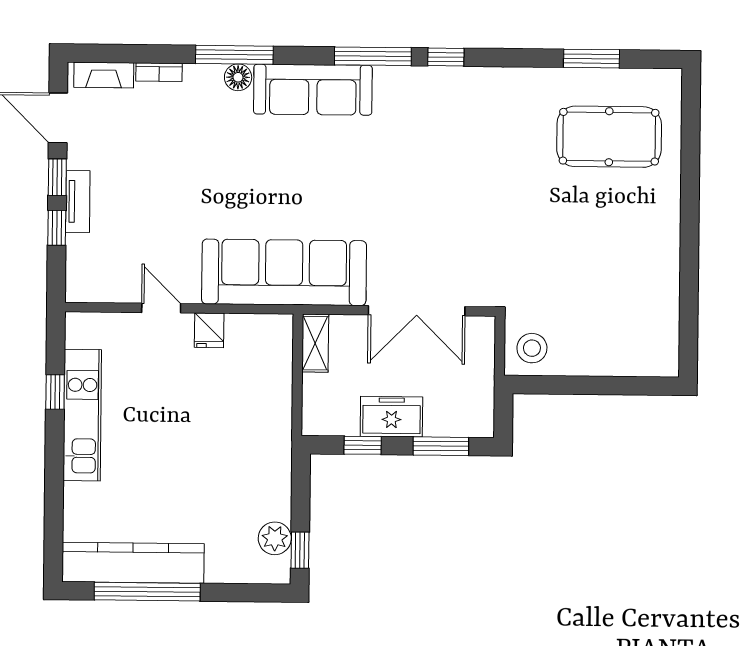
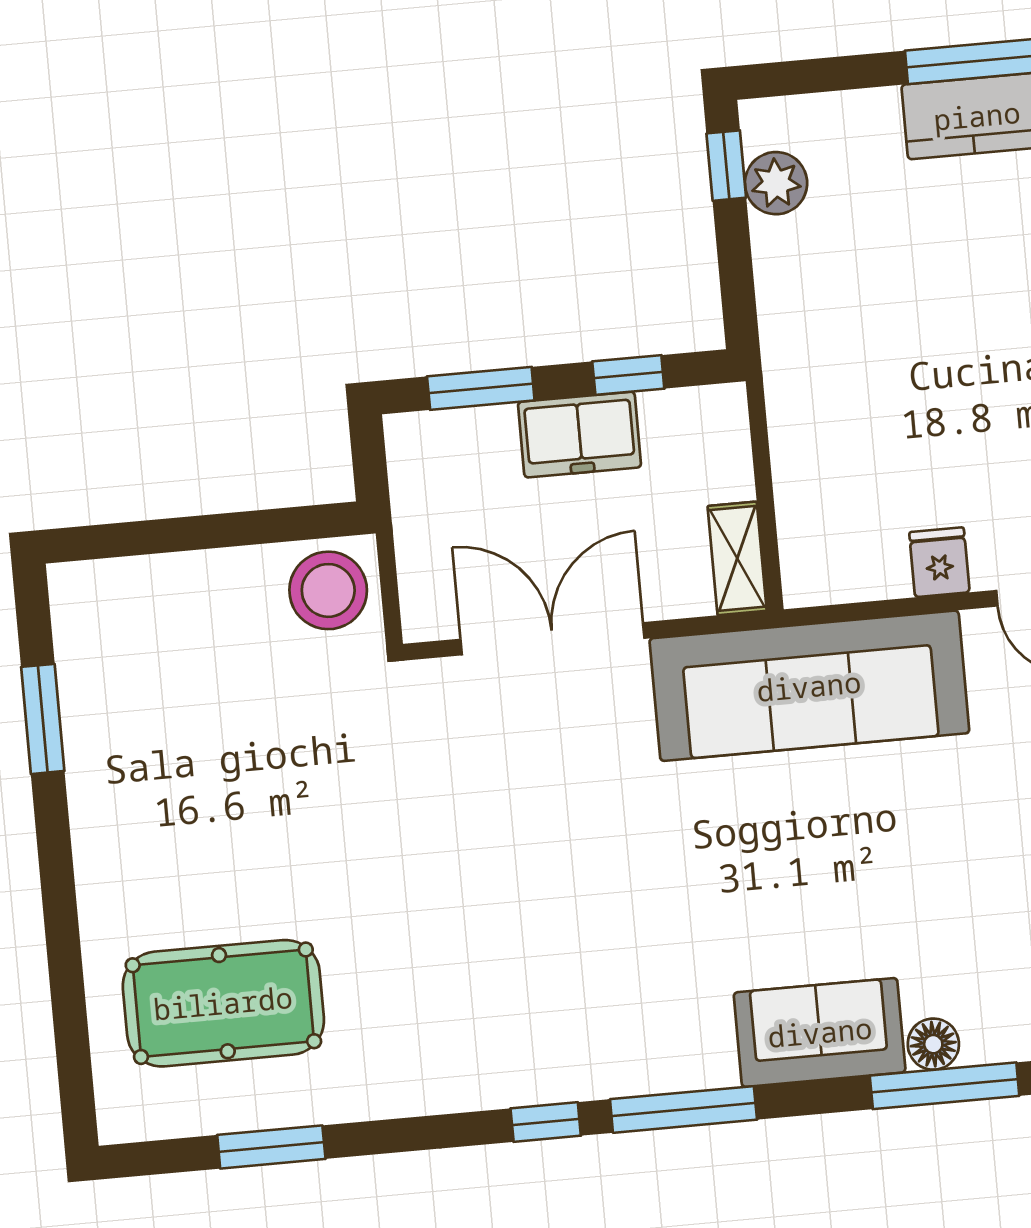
sofa: (313, 90) -> (820, 1032), width x0.73
window: (689, 296) -> (43, 719), added
stool: (532, 348) -> (328, 590), width x1.38, depth x1.38

